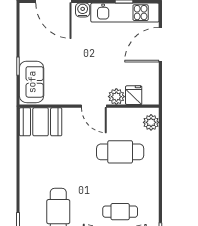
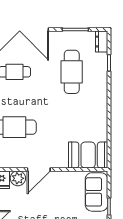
door: (94, 106) -> (39, 169), swing flipped

